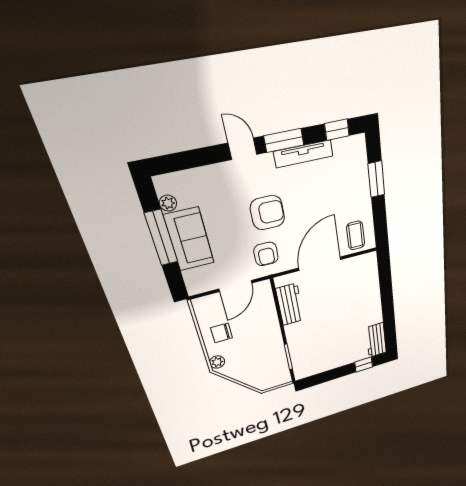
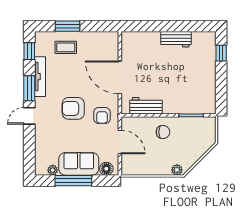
armchair: (267, 213) -> (73, 108), turned -90
coffee table: (356, 235) -> (66, 47), moved
armchair: (266, 254) -> (102, 115), turned 90
floor lamp: (193, 278) -> (106, 169), added
chair: (222, 333) -> (163, 132), moved, turned -90
workbench: (376, 340) -> (176, 39), moved

